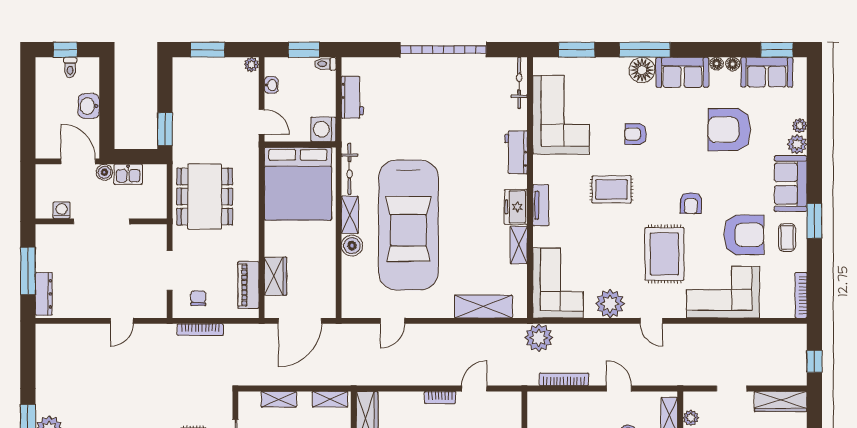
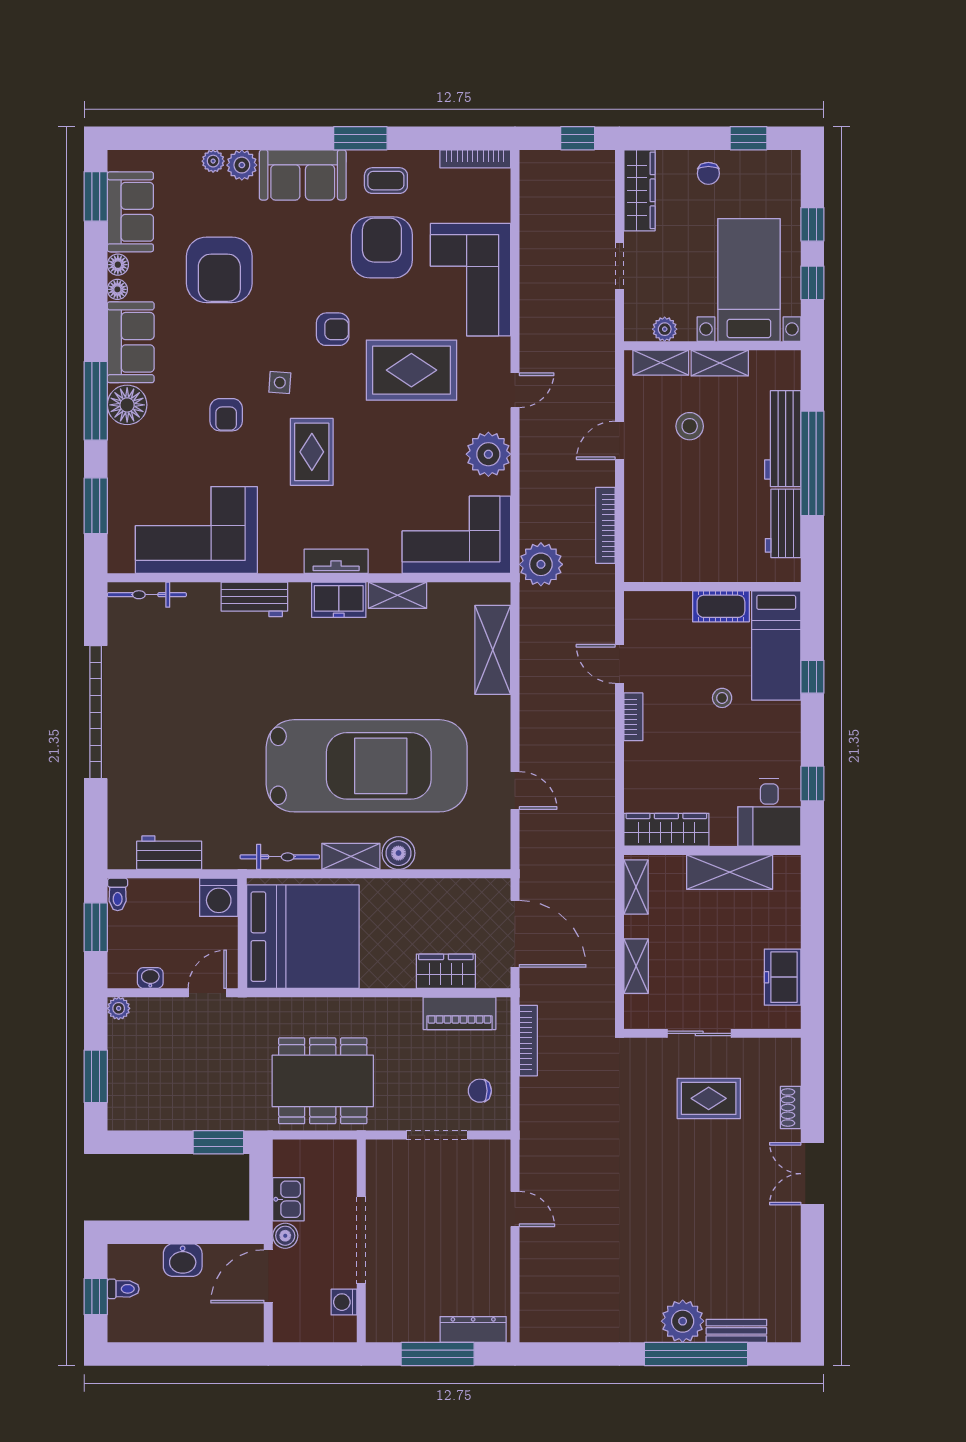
side table: (656, 169) -> (280, 383), added
bookcase: (200, 330) -> (528, 1041), moved

